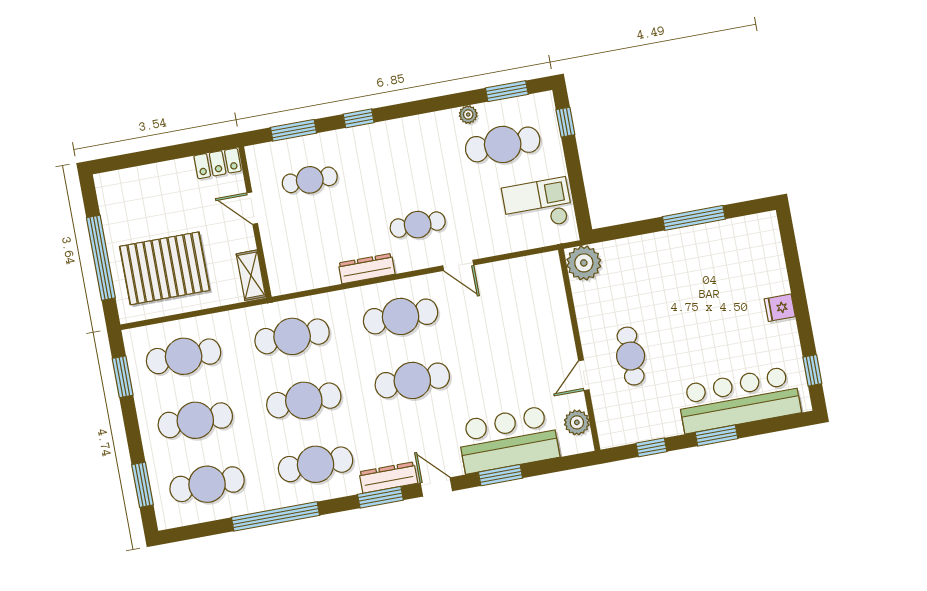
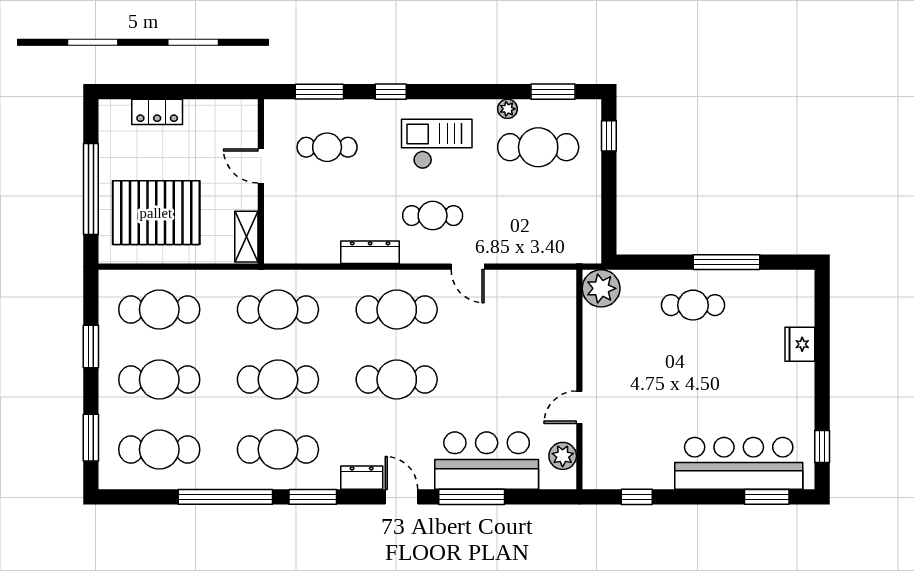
locker: (218, 163) -> (157, 112), moved
checkout: (537, 205) -> (437, 144), moved
fridge: (780, 308) -> (800, 344), moved, width x1.38
cafe table: (631, 356) -> (693, 305), moved, turned 90
window: (123, 377) -> (91, 346), moved
window: (716, 435) -> (767, 497), moved
window: (500, 475) -> (472, 497), width x1.44
dresser: (388, 477) -> (362, 478), width x0.70
window: (380, 497) -> (313, 497), moved

